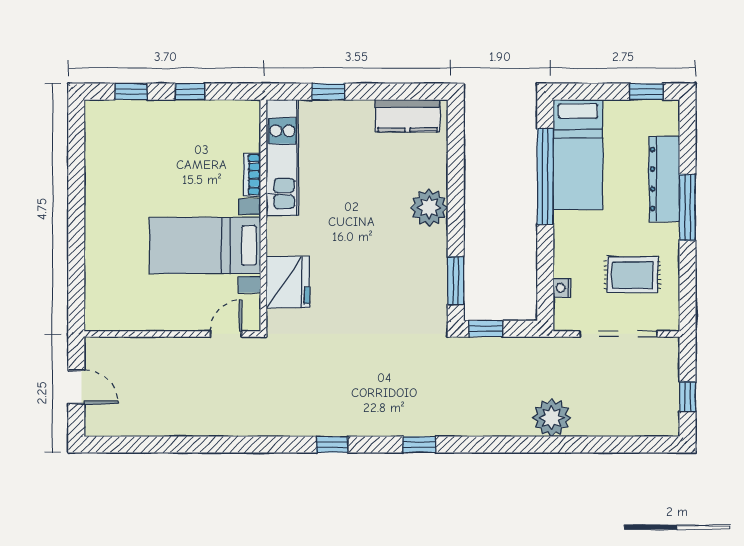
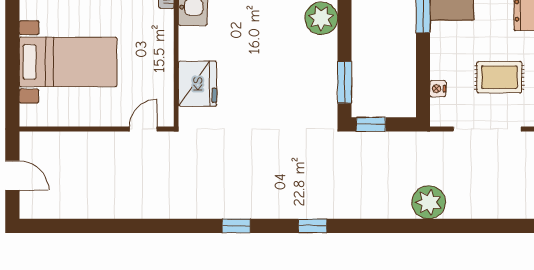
bed with nightstands: (205, 246) -> (68, 62), moved, turned 180

